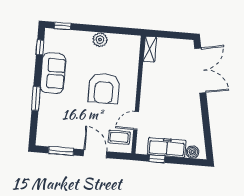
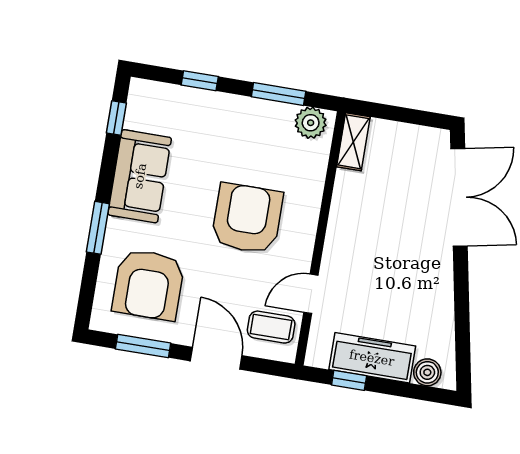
window: (62, 26) -> (200, 81), moved
window: (114, 30) -> (279, 94), added
plant: (100, 40) -> (311, 123), moved
armchair: (104, 88) -> (247, 218), turned 180
armchair: (61, 123) -> (148, 285), added

